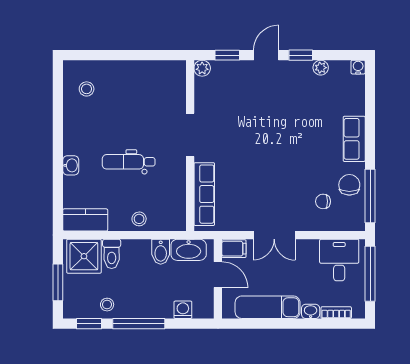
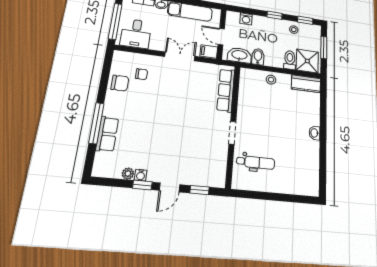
water cooler: (358, 67) -> (141, 175), moved
plant: (202, 68) -> (219, 182), removed
stool: (87, 89) -> (303, 174), removed
doorway: (190, 135) -> (232, 133), width x0.73
row of seats: (354, 139) -> (107, 134), moved
dental chair: (129, 162) -> (256, 162), moved
washbasin: (71, 165) -> (315, 133), moved
chair: (349, 185) -> (120, 83), turned -90
window: (370, 196) -> (96, 123), moved
window: (139, 324) -> (275, 15), width x0.46

